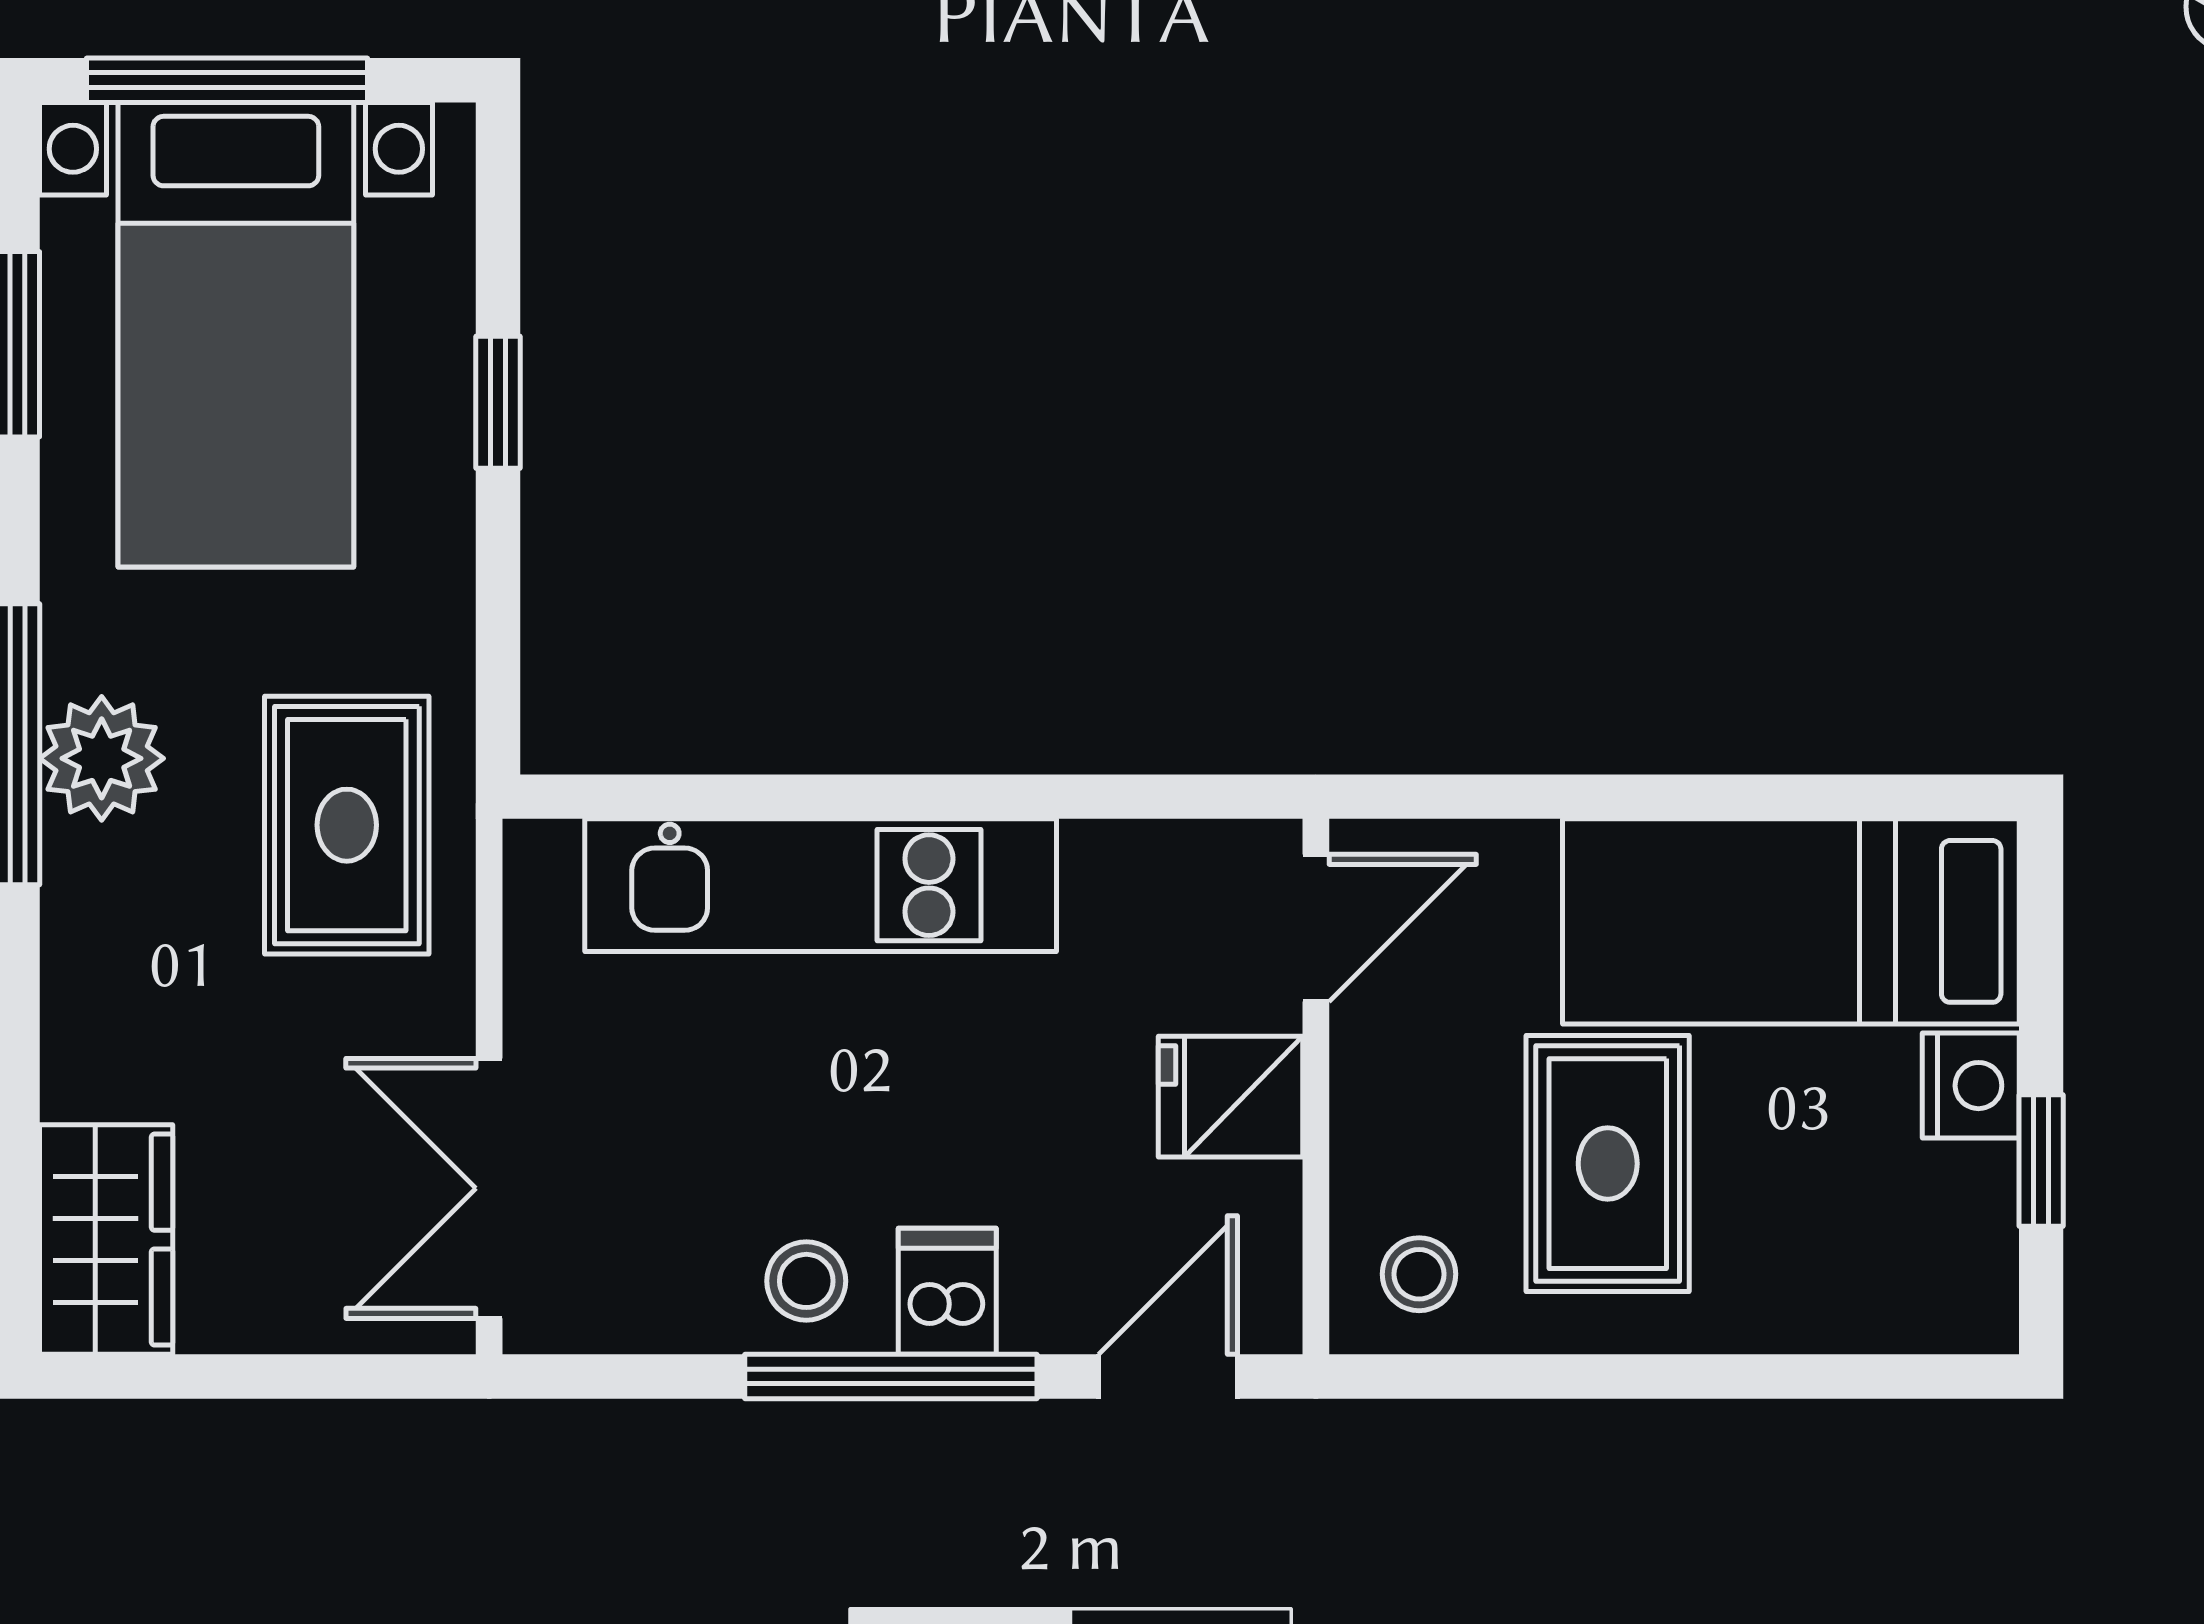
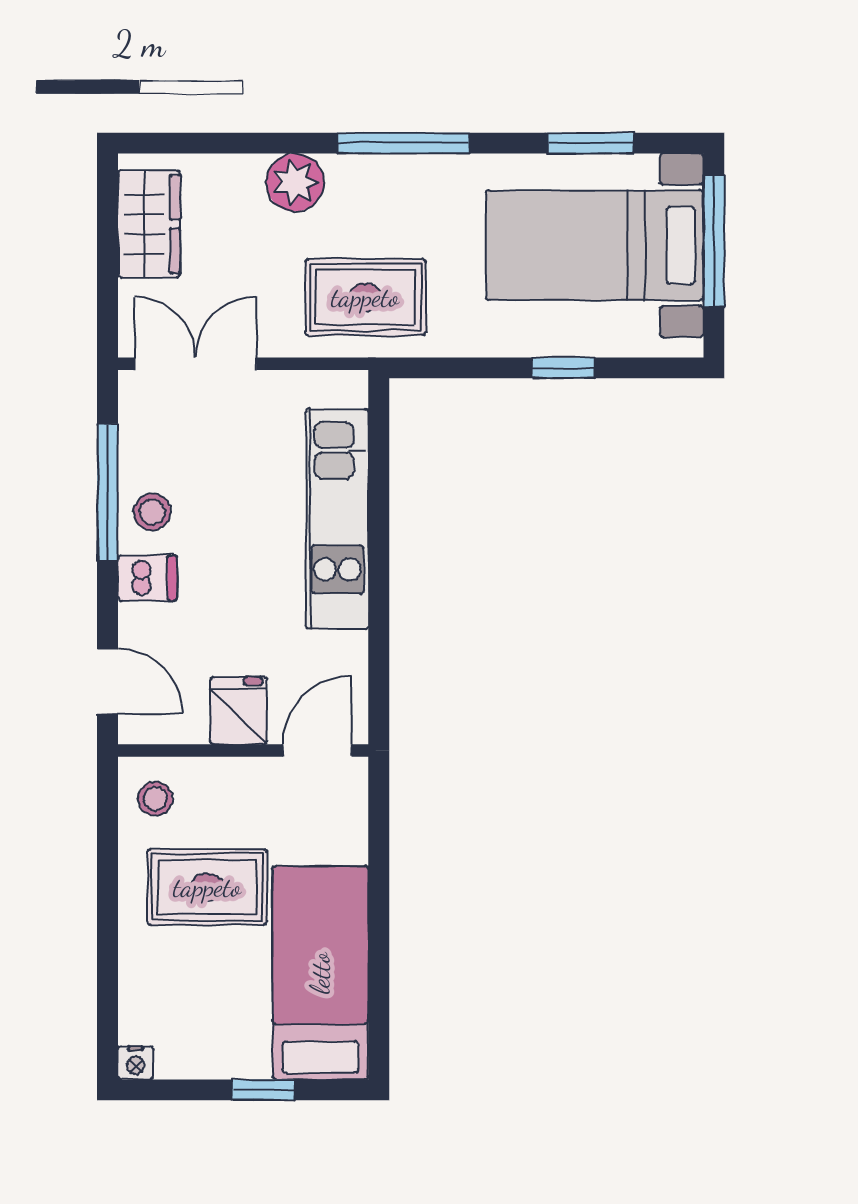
plant: (102, 758) -> (295, 182), moved
door: (1316, 928) -> (317, 751), swing flipped
nightstand: (1971, 1086) -> (136, 1063), moved, width x0.72, depth x0.74
window: (2041, 1160) -> (263, 1090), moved
wardrobe: (106, 1240) -> (149, 224), moved, turned -90
window: (891, 1376) -> (107, 492), moved

